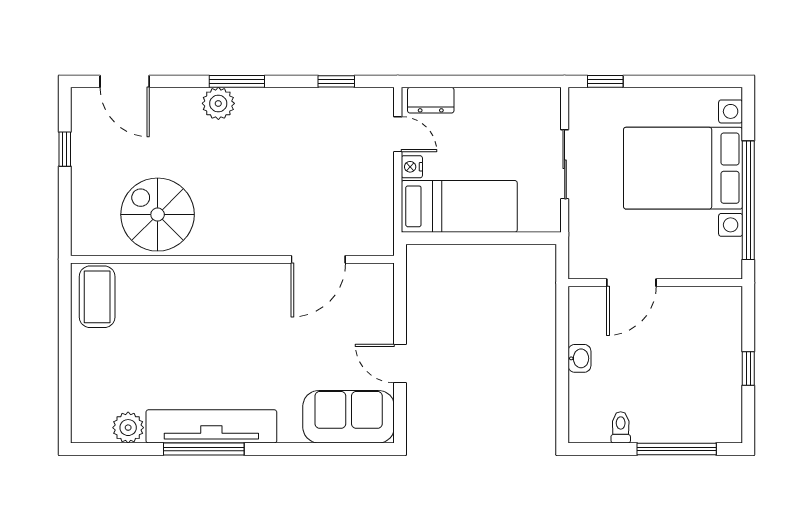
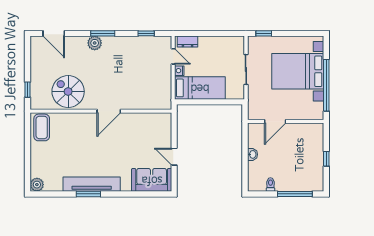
window: (65, 149) -> (28, 90), moved
door: (318, 259) -> (109, 111), moved
plant: (128, 428) -> (37, 185), moved
window: (204, 449) -> (88, 194), width x0.69

